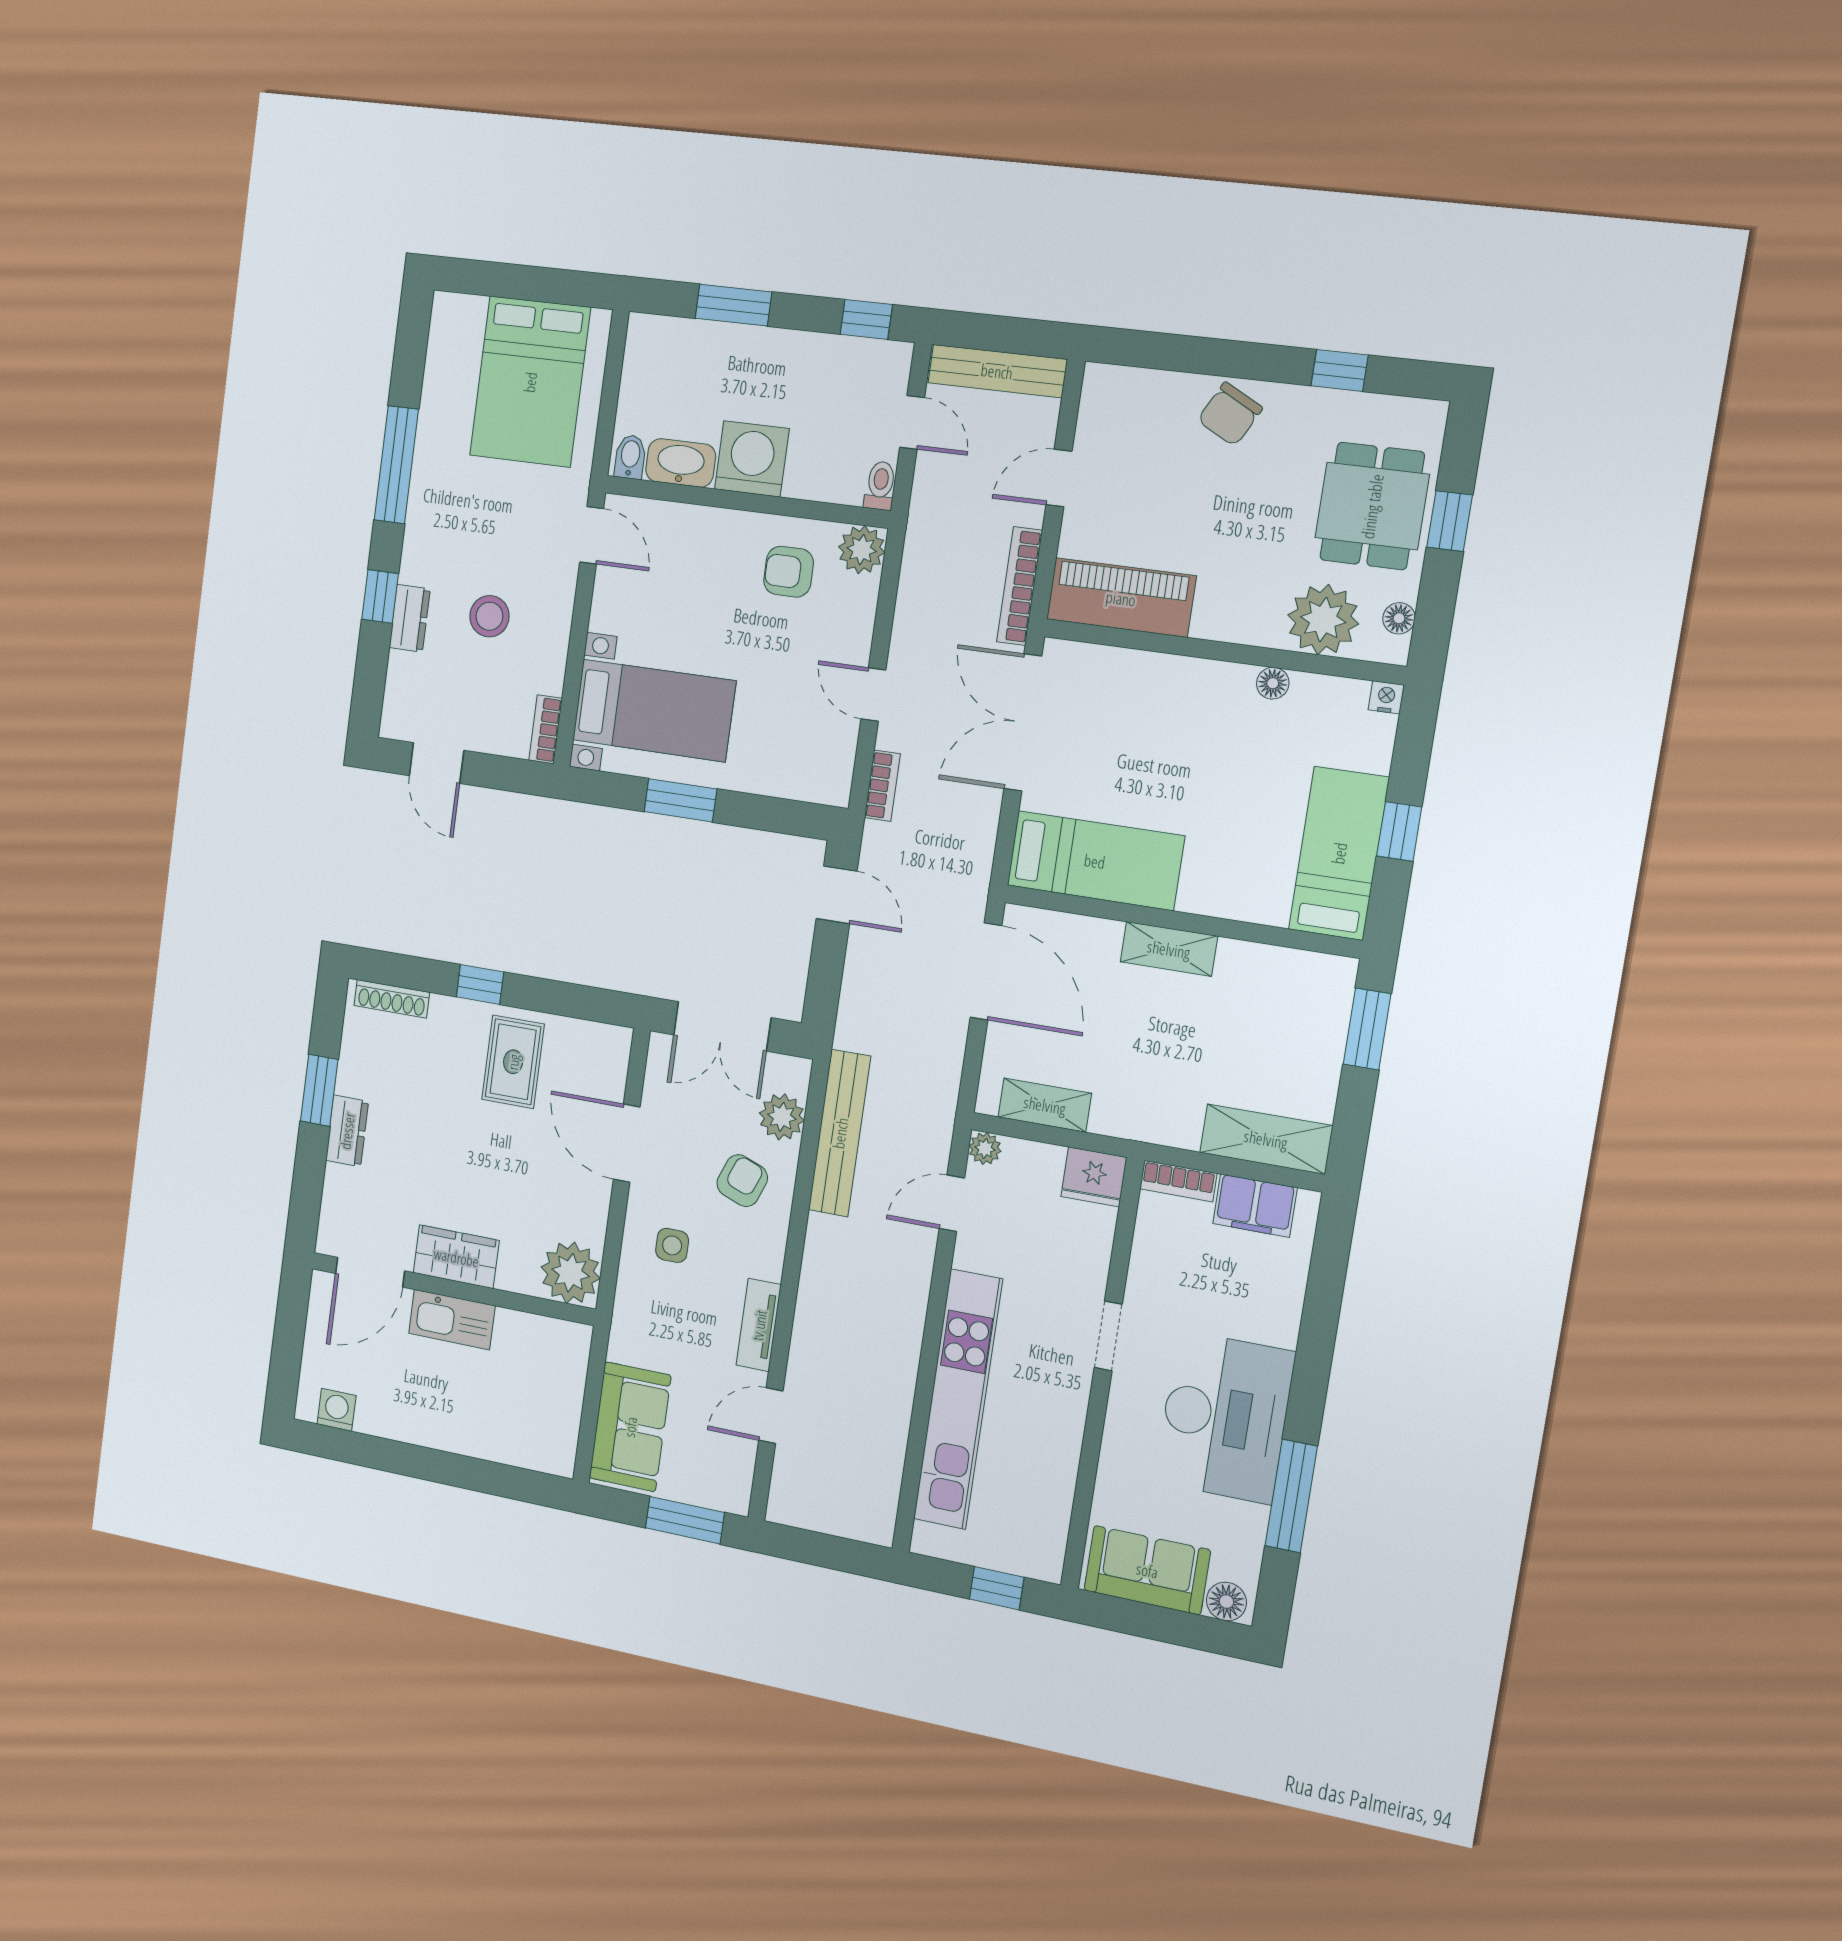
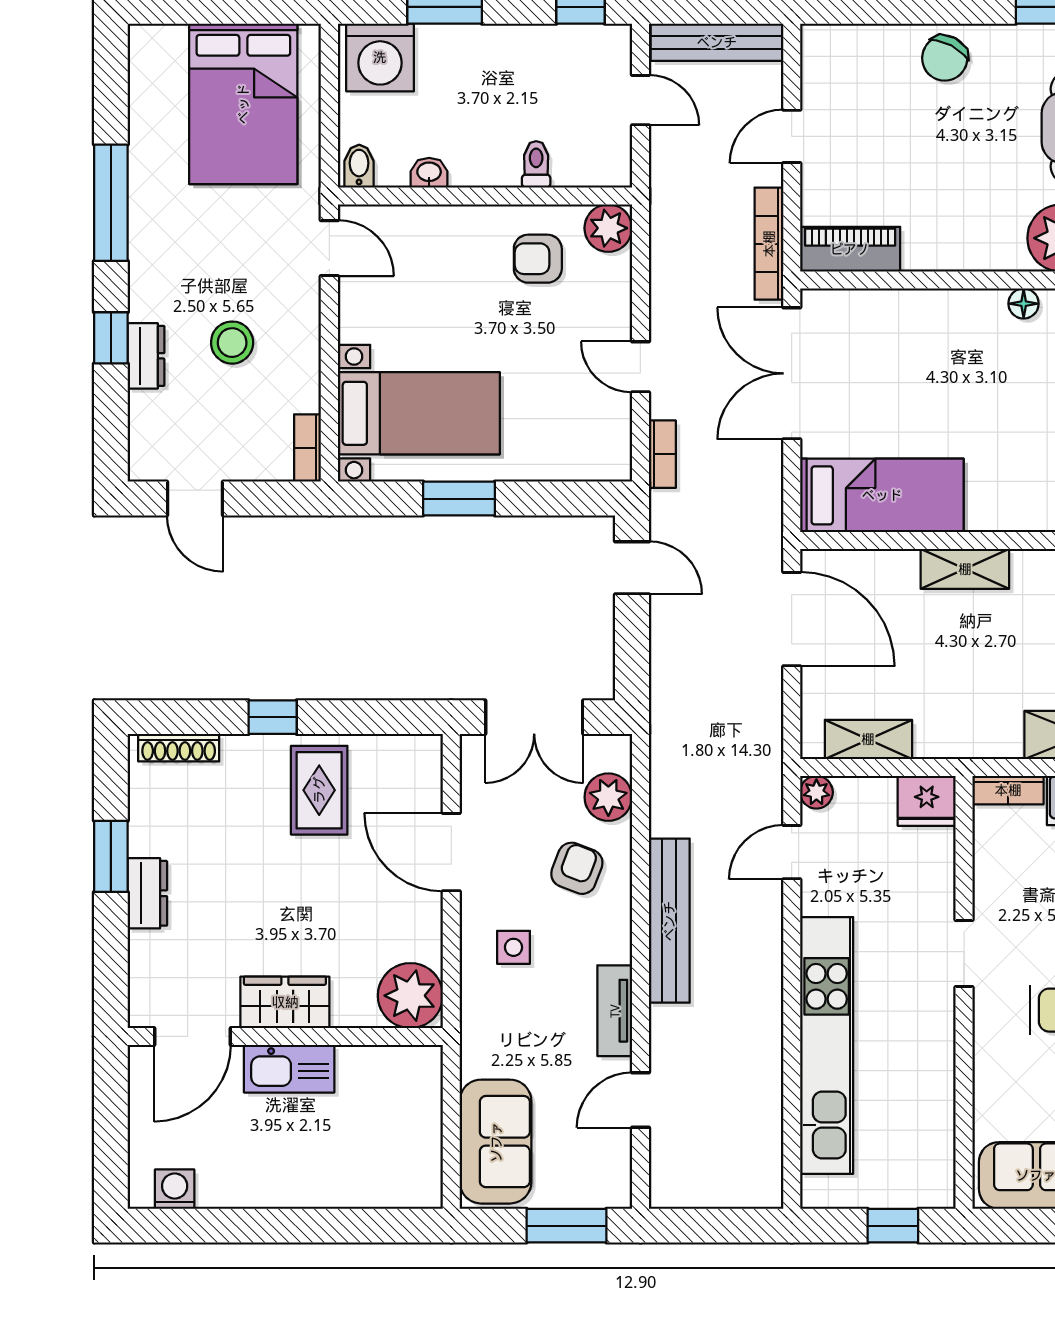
washing machine: (752, 459) -> (380, 57), moved, turned 180
washbasin: (681, 463) -> (429, 173), width x0.52, depth x0.69
toilet: (880, 486) -> (536, 164), moved
piano: (1121, 598) -> (850, 249), width x0.73, depth x0.75
bench: (840, 1133) -> (669, 921), moved

